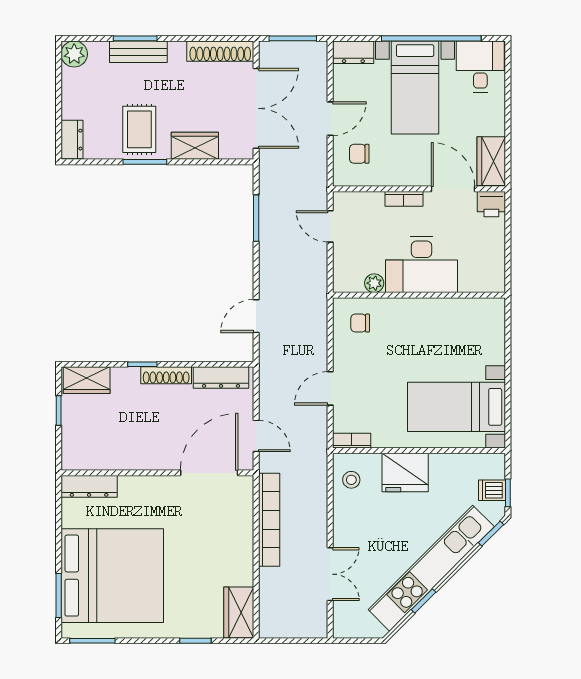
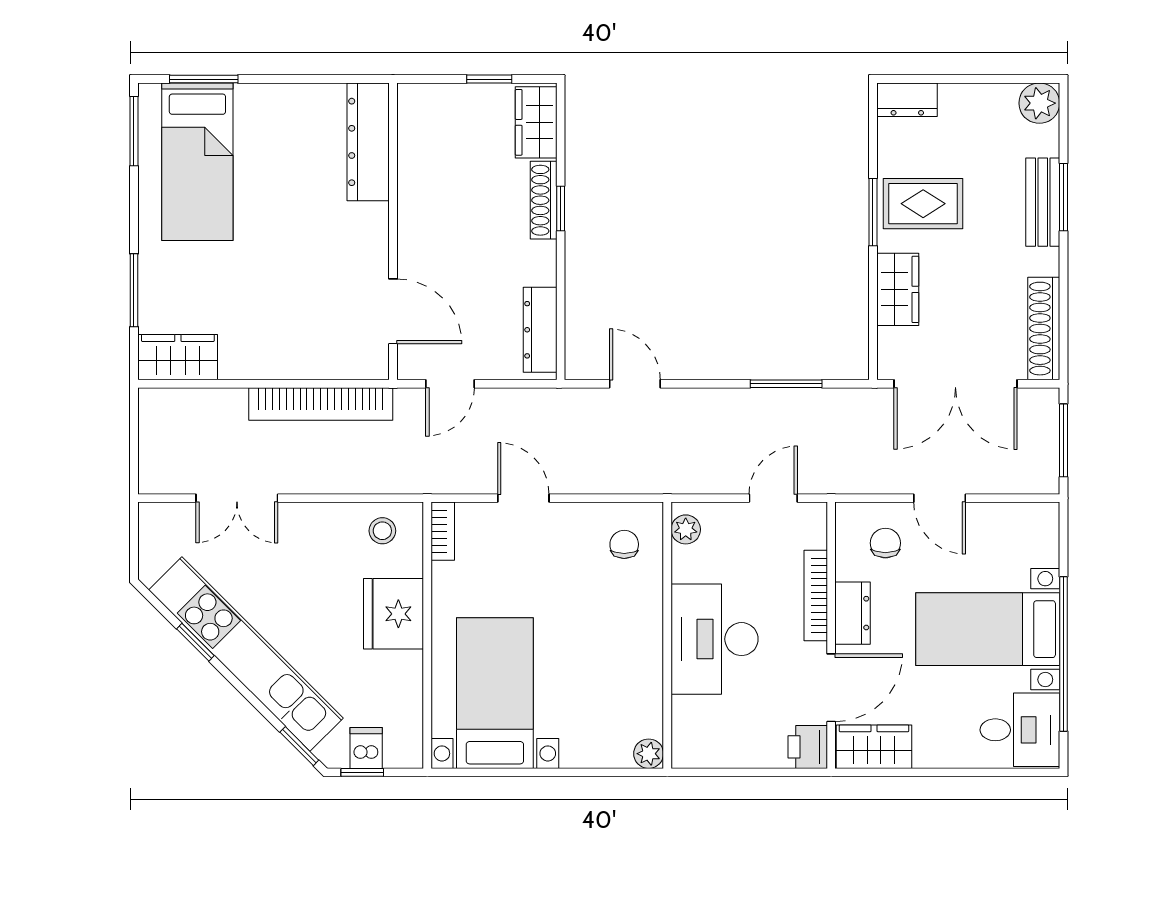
dresser: (353, 52) -> (853, 613), moved, turned 180
bookcase: (404, 199) -> (816, 596), width x1.56
plant: (374, 283) -> (686, 529), moved
plant: (496, 307) -> (649, 754), added
shoe rack: (166, 375) -> (544, 200), moved
door: (209, 473) -> (393, 311), width x0.73
dresser: (89, 486) -> (368, 142), width x1.37, depth x1.24
bed: (112, 576) -> (197, 162), width x0.49
window: (195, 641) -> (134, 290), width x1.50

